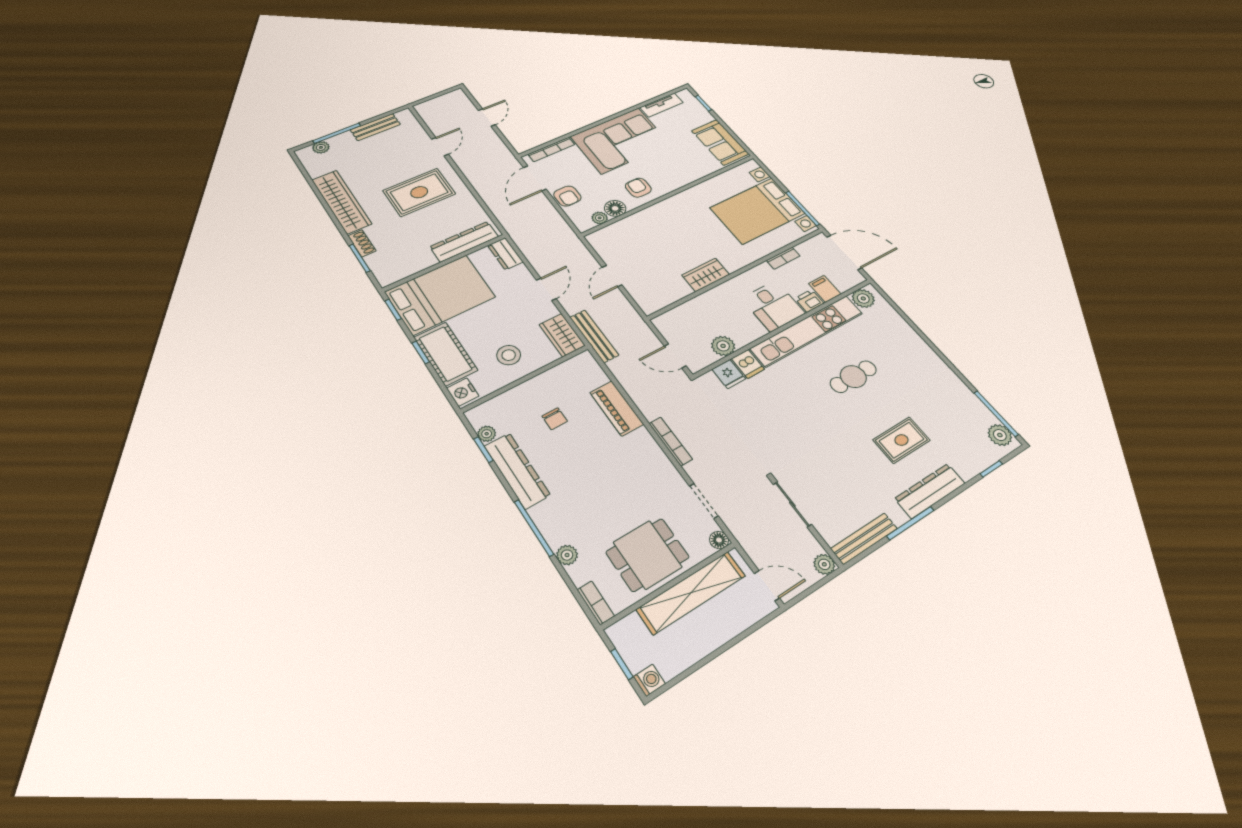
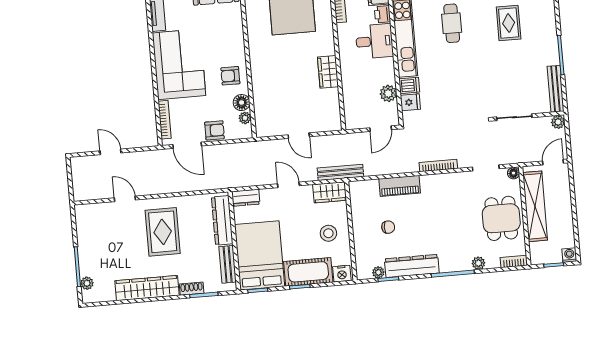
bench: (375, 127) -> (228, 264), moved
dresser: (930, 491) -> (548, 29), removed

